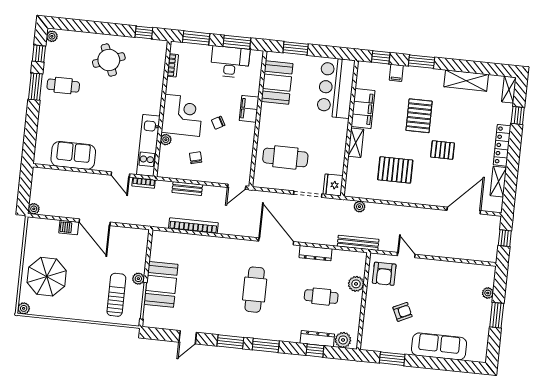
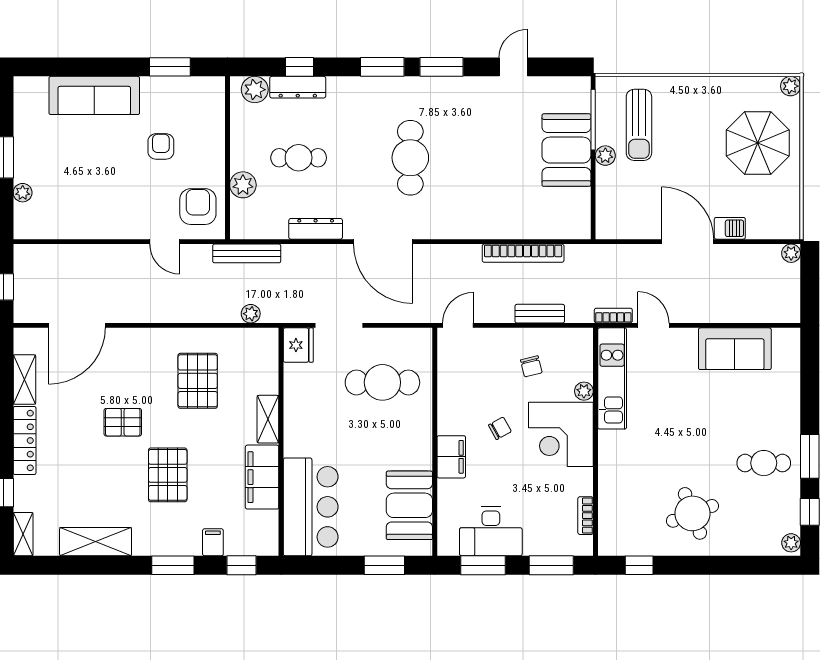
pallet: (395, 170) -> (198, 381), turned 90
armchair: (403, 312) -> (161, 146), turned 115

